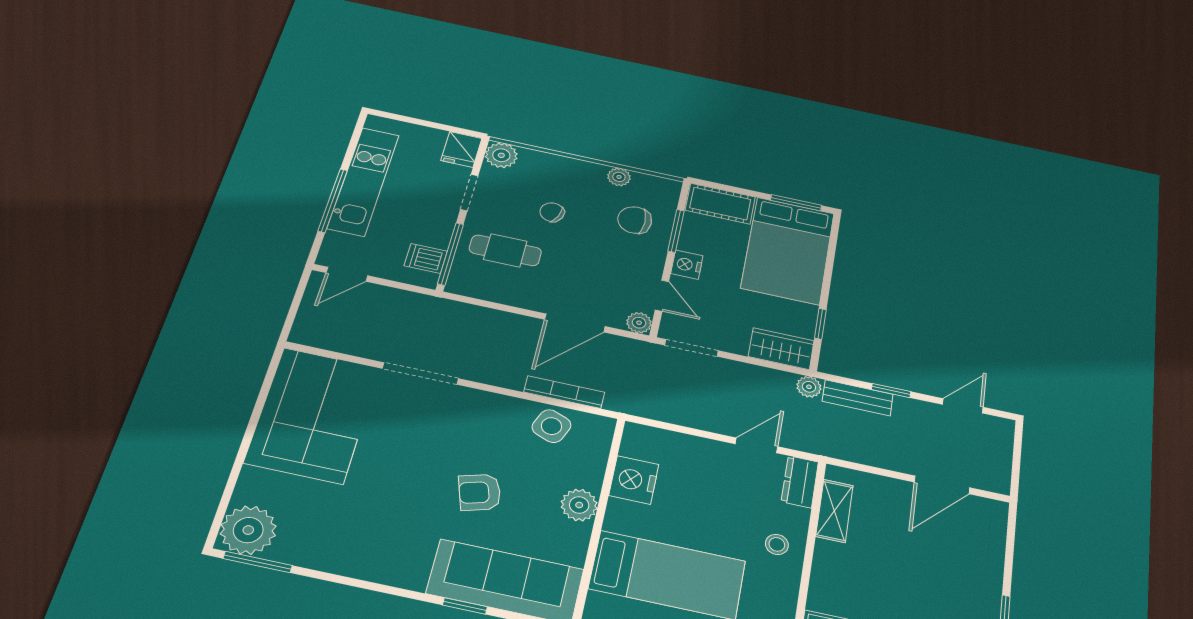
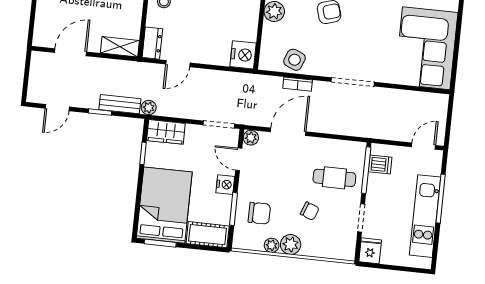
plant: (501, 155) -> (291, 244), moved
doorway: (420, 374) -> (353, 82), moved
bookcase: (564, 392) -> (298, 84), width x0.64
nightstand: (634, 480) -> (243, 55), moved
shelving: (834, 511) -> (120, 47), moved, turned 90

